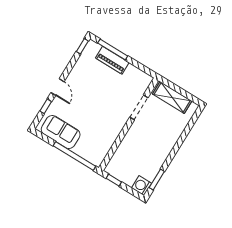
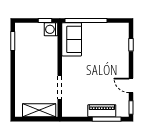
door: (57, 87) -> (131, 85), moved
sofa: (61, 132) -> (72, 39), moved, turned -90
washing machine: (142, 186) -> (51, 29), moved, turned 180

